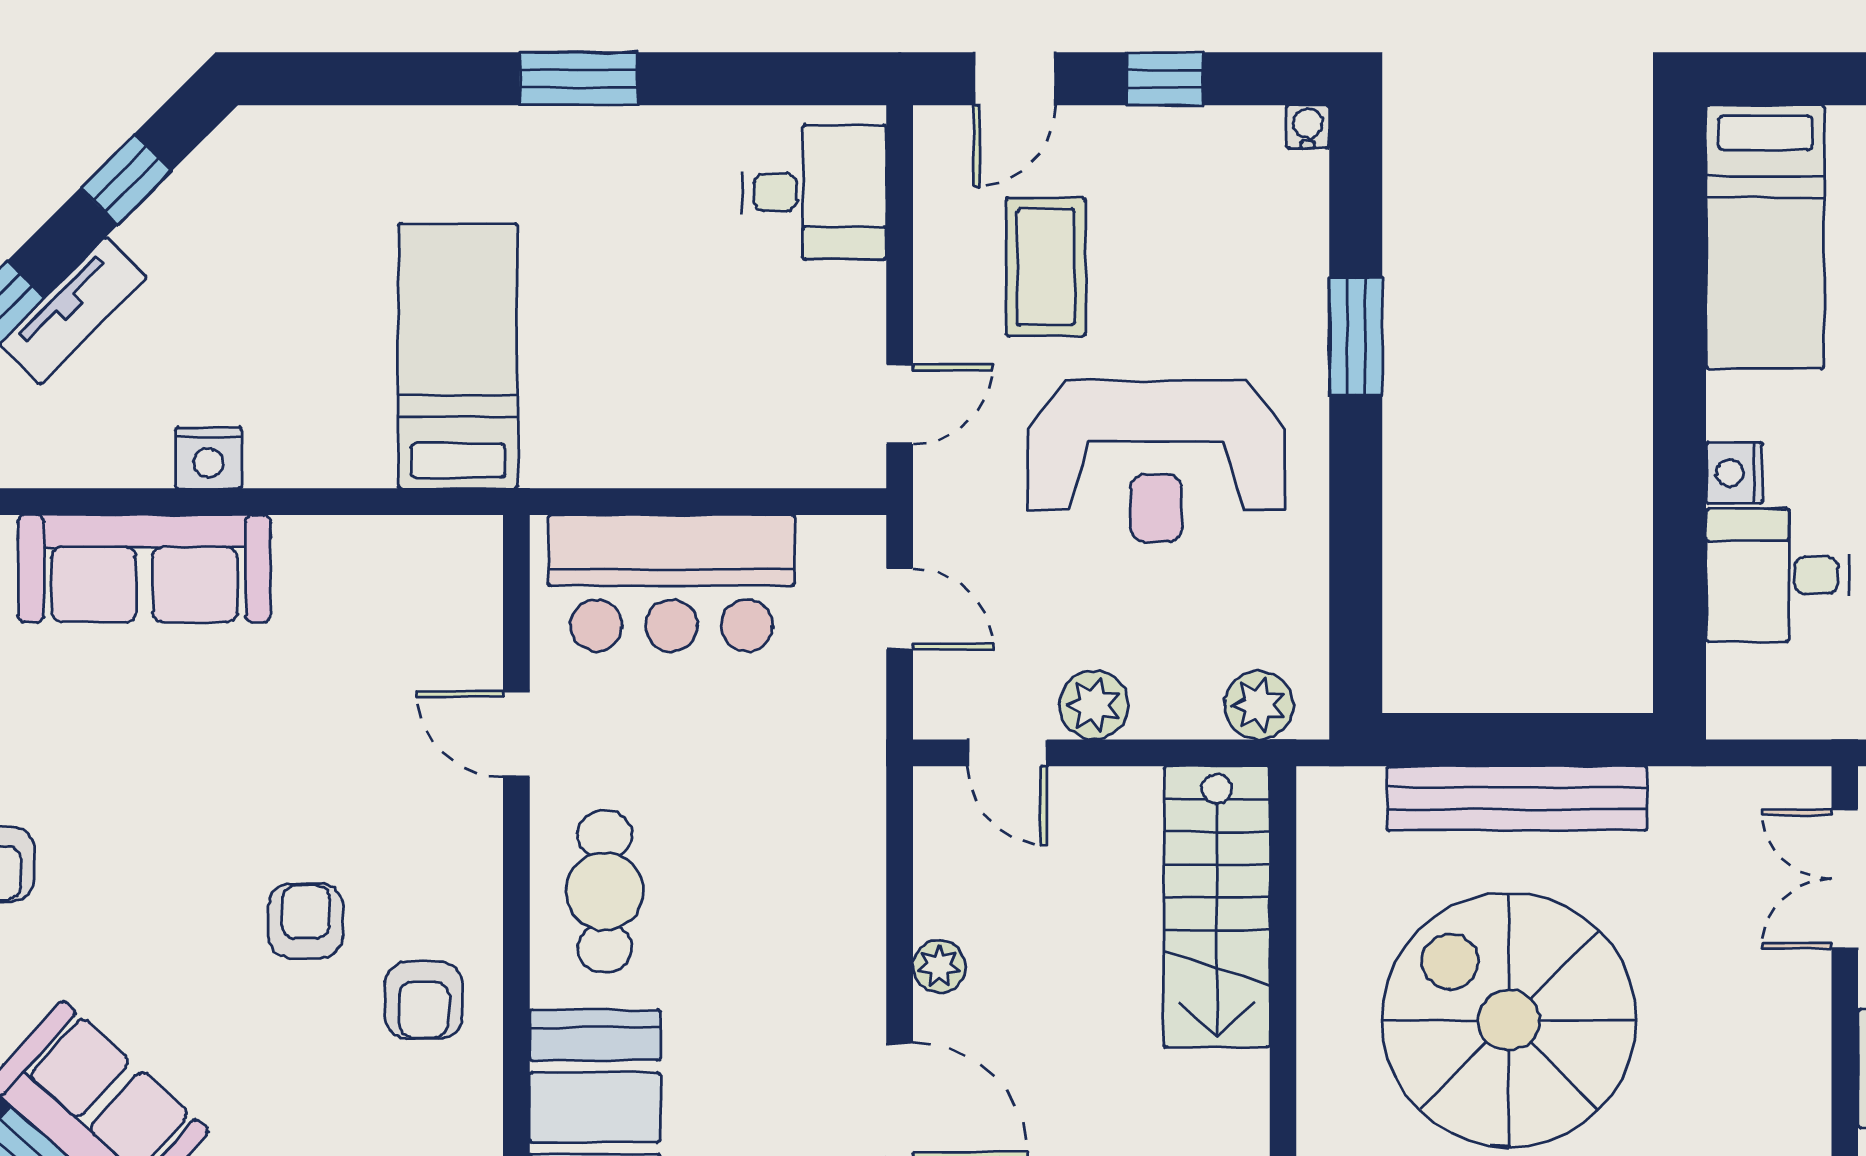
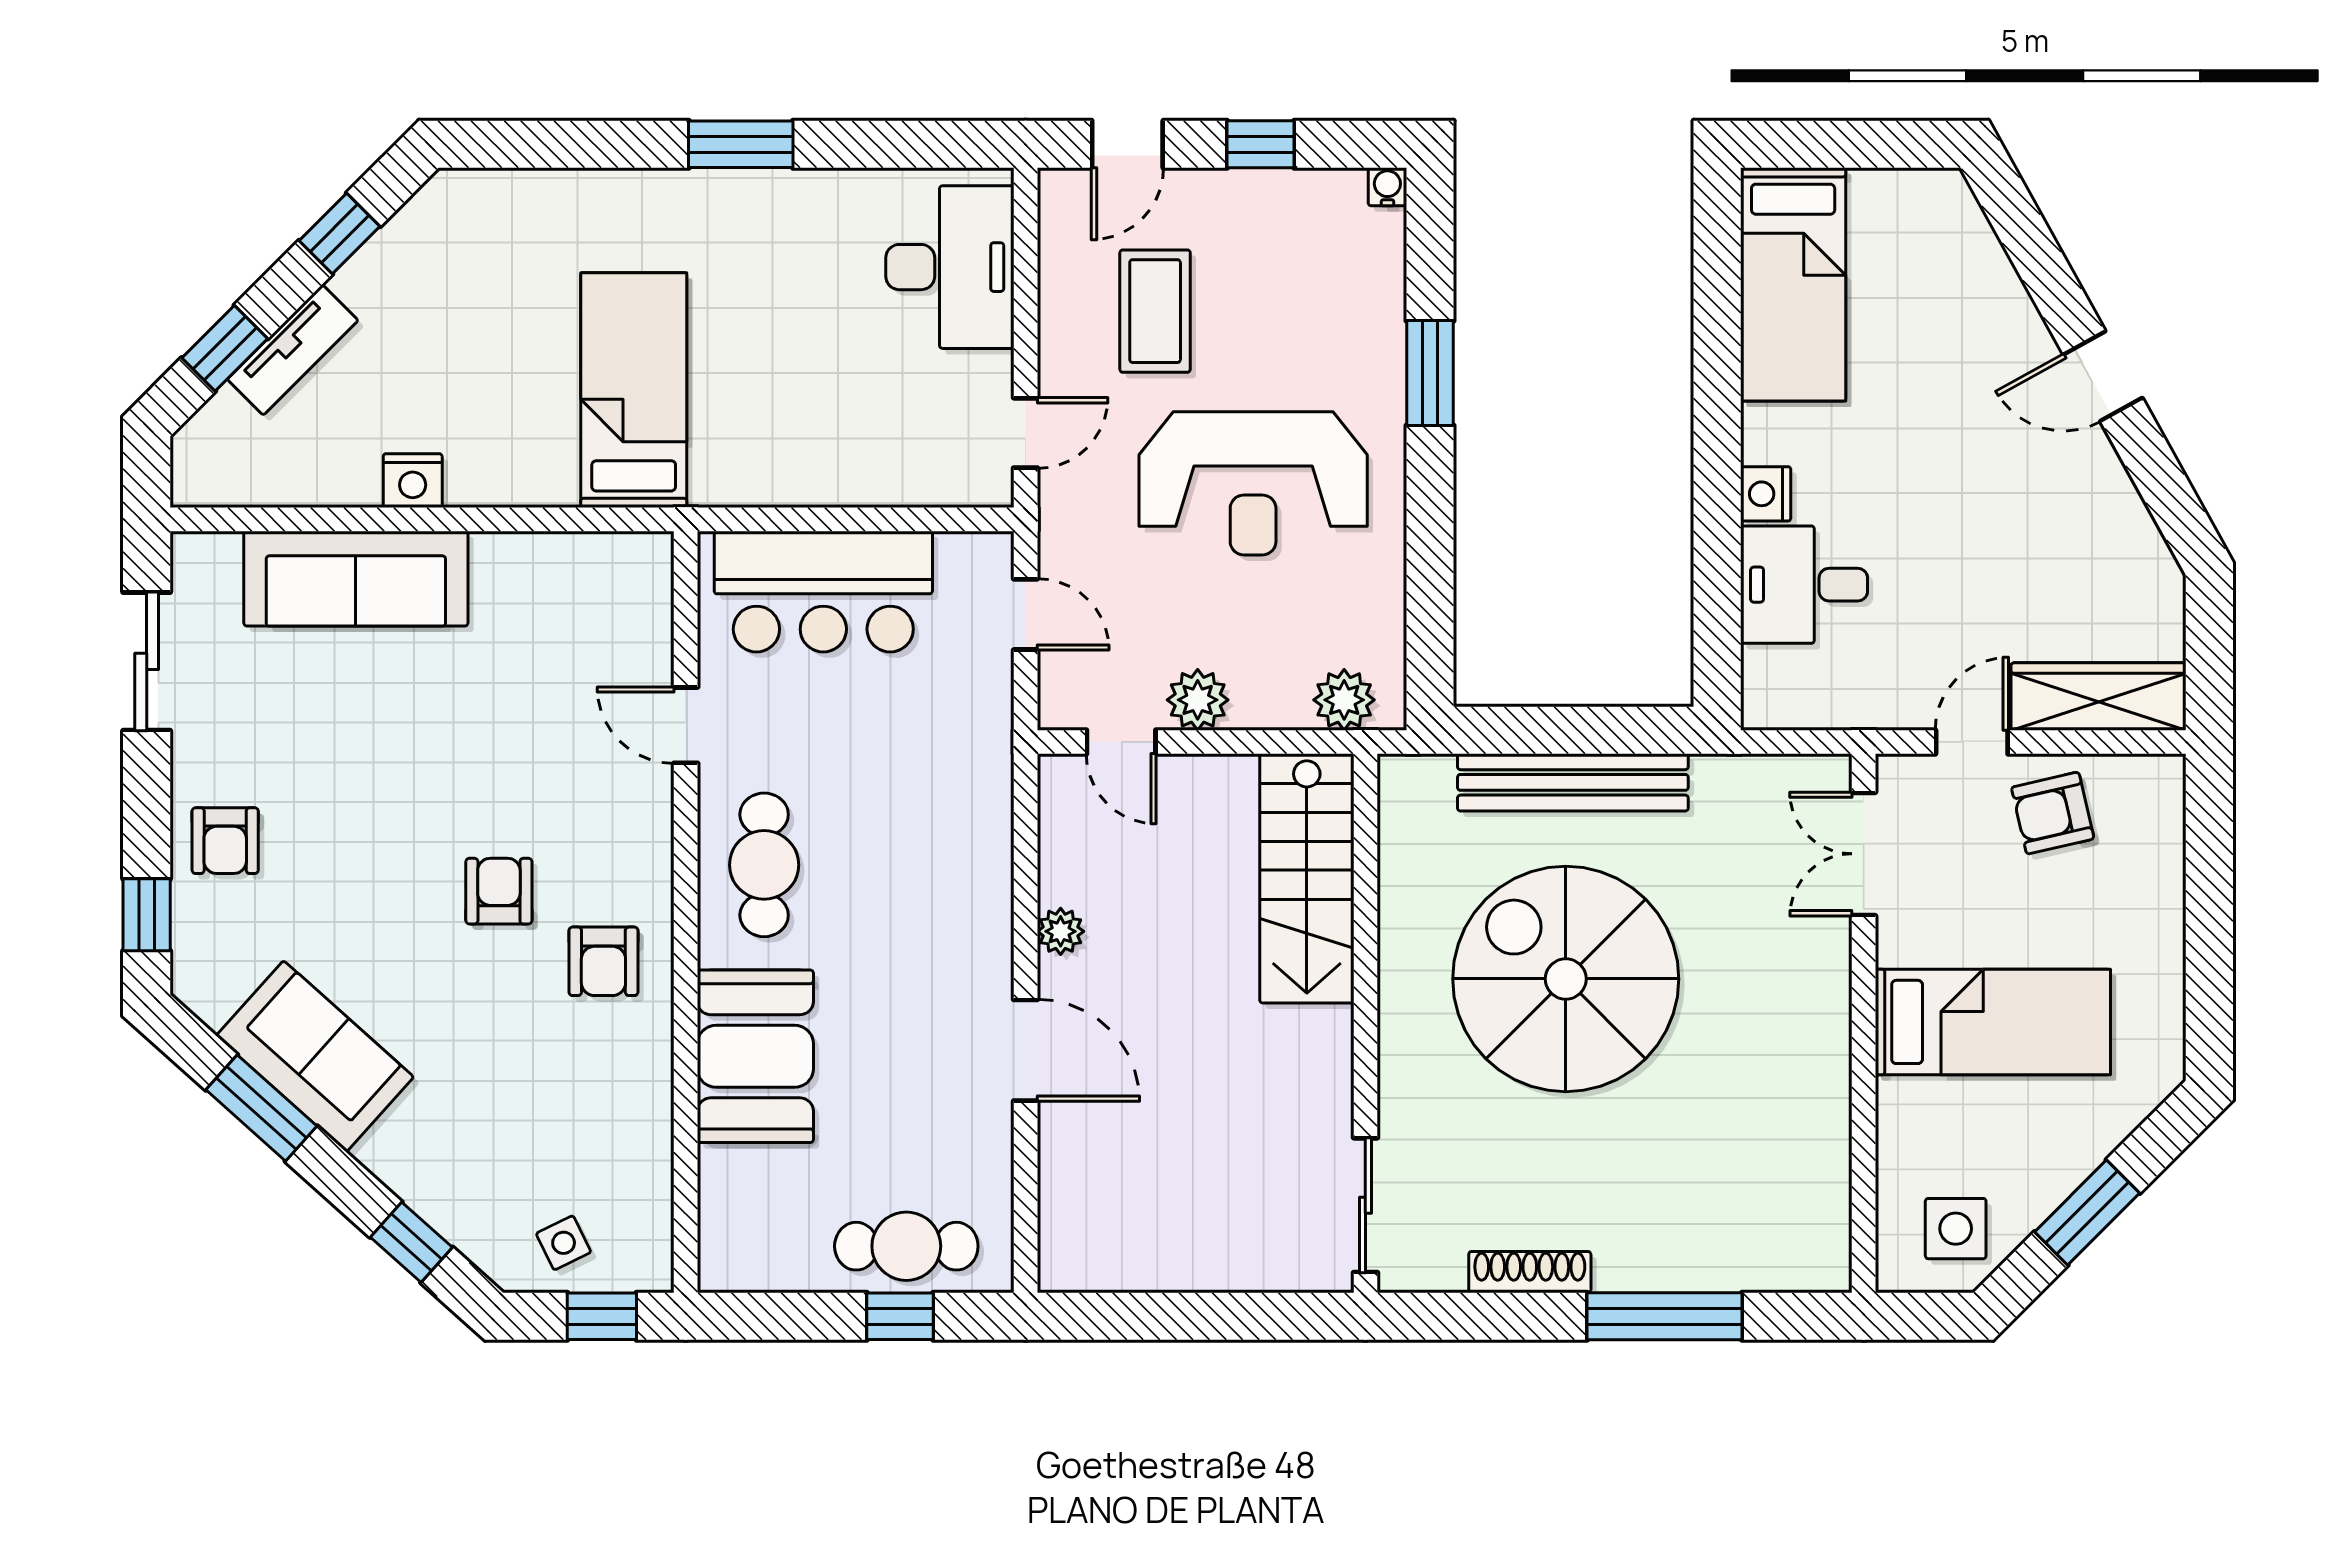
desk: (814, 192) -> (950, 267), width x1.37

